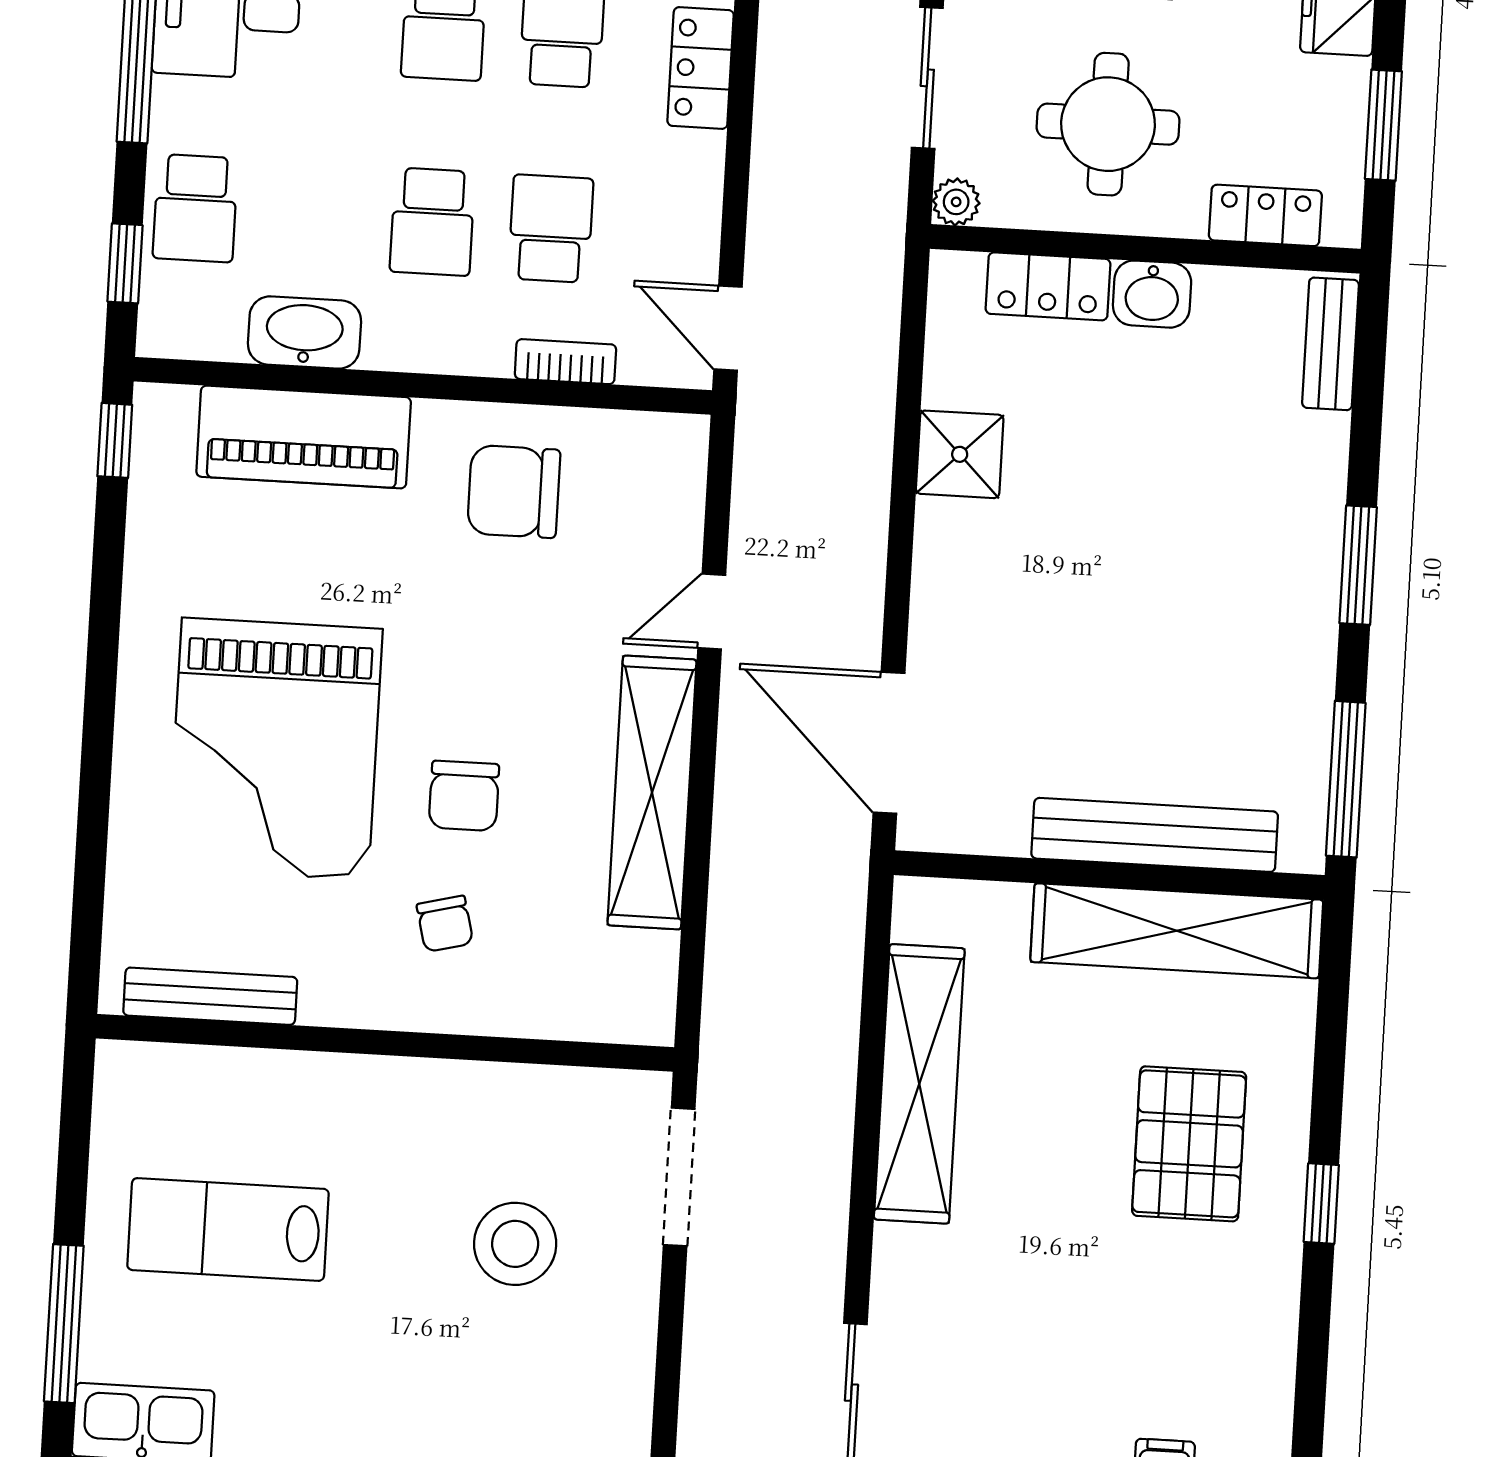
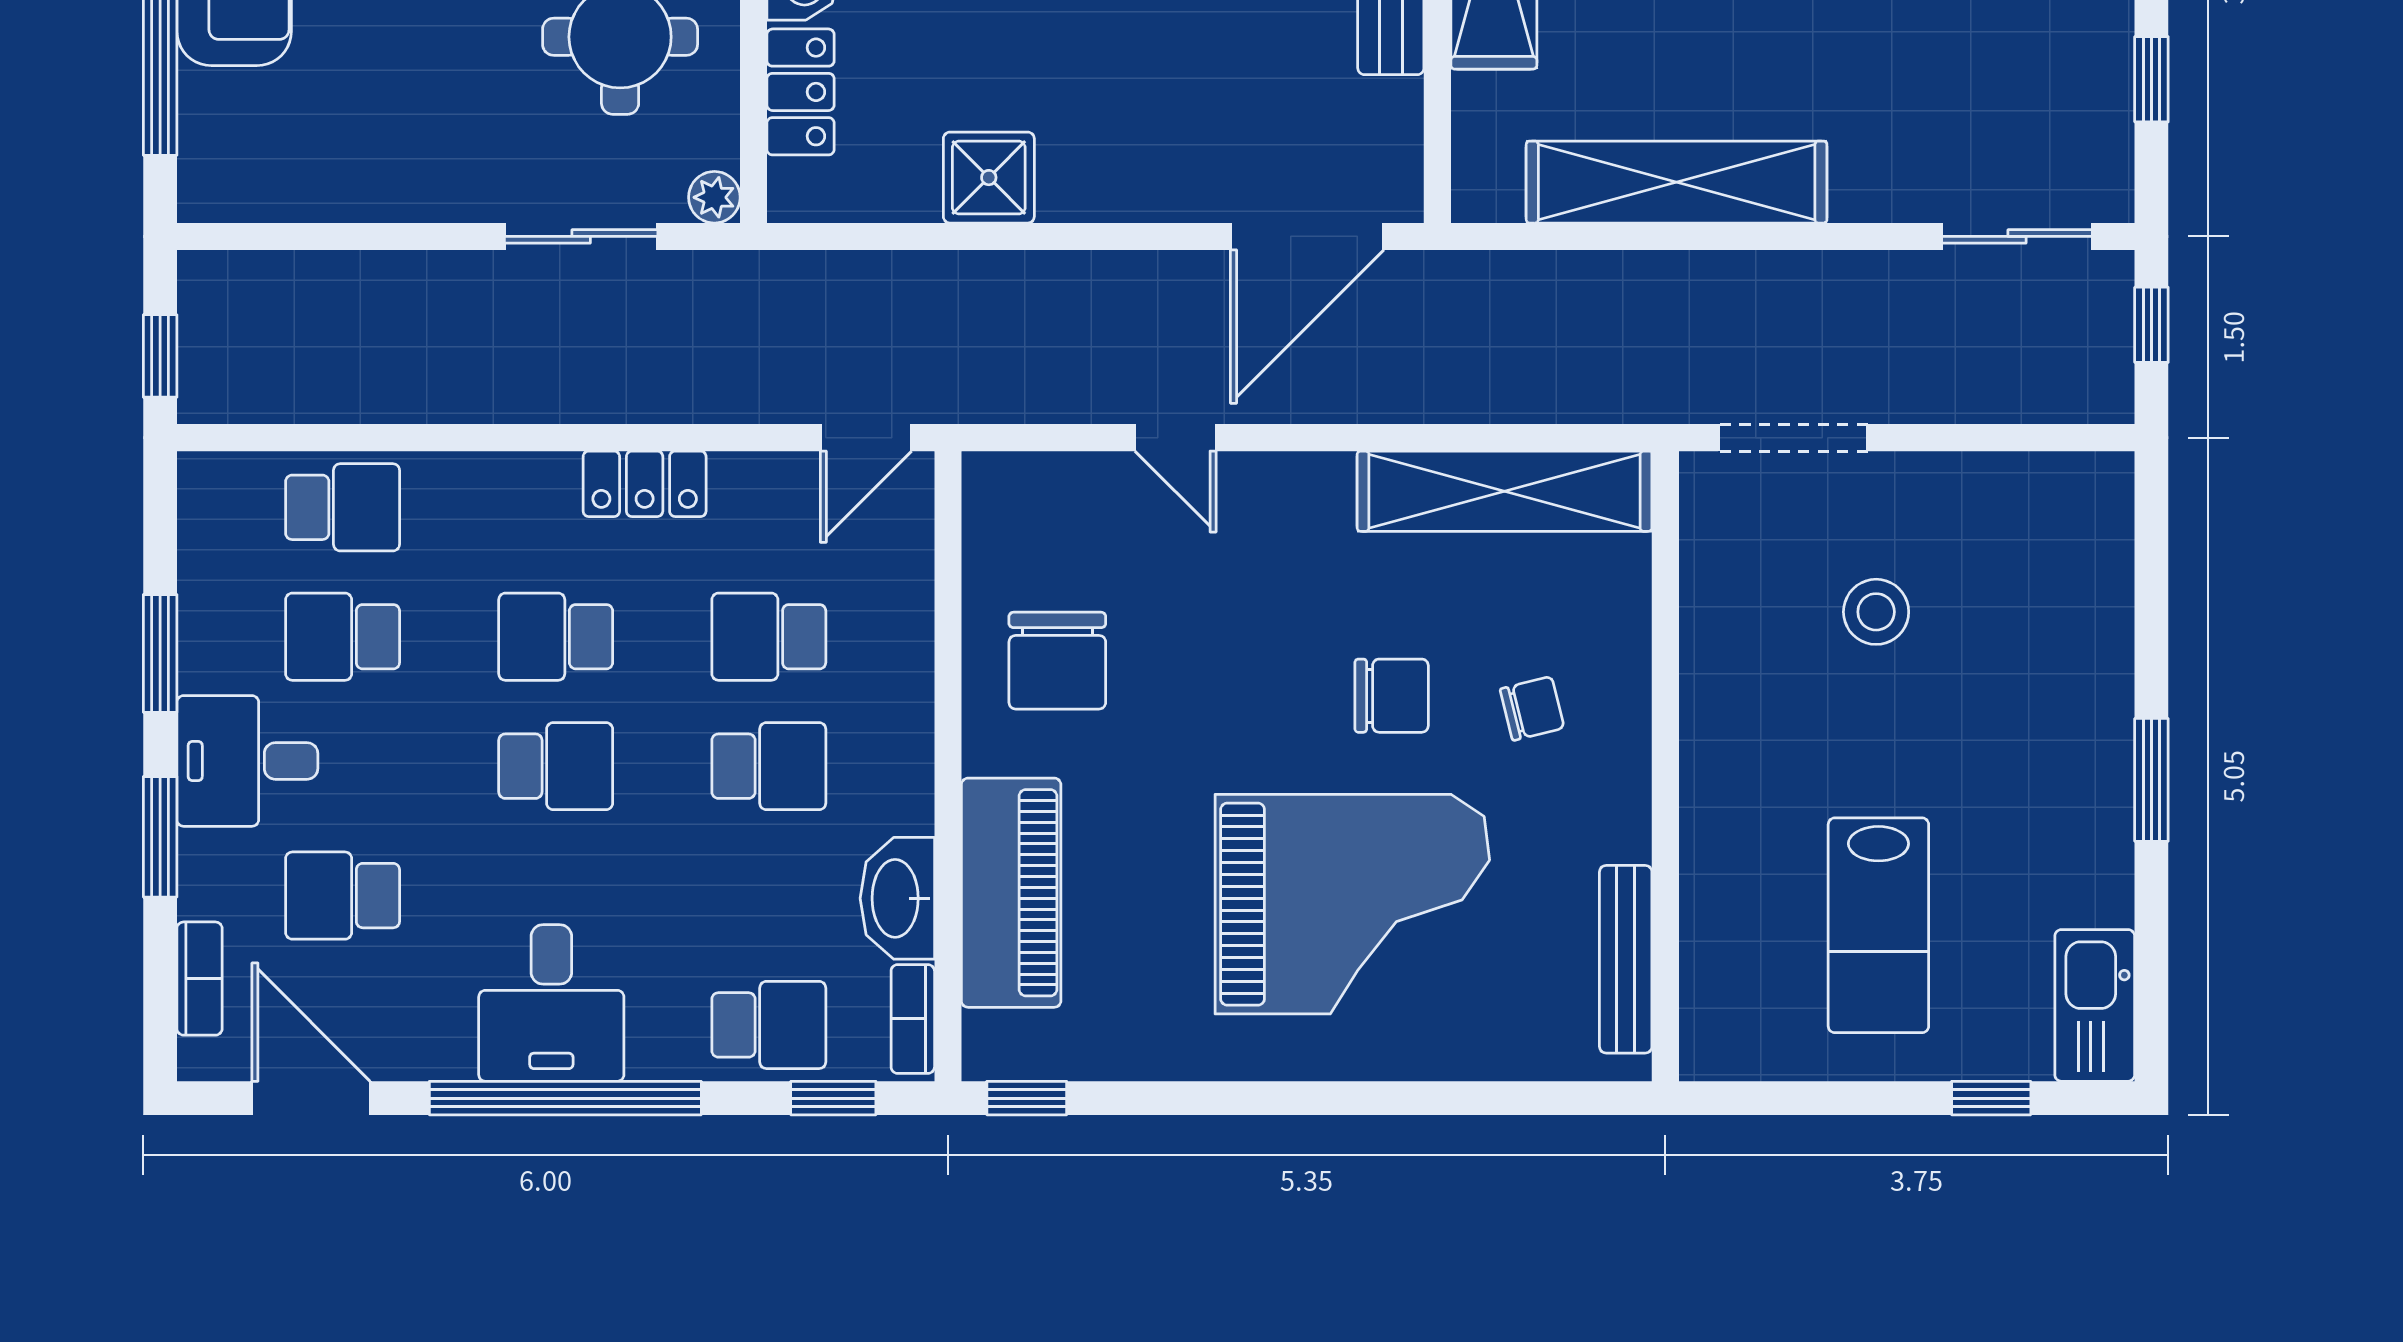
locker: (701, 68) -> (645, 484), moved
bookcase: (565, 362) -> (913, 1019), moved
shelving: (652, 792) -> (1505, 491), moved
stool: (515, 1244) -> (1876, 612), width x0.73, depth x0.73
window: (64, 1324) -> (1991, 1098), width x0.46

